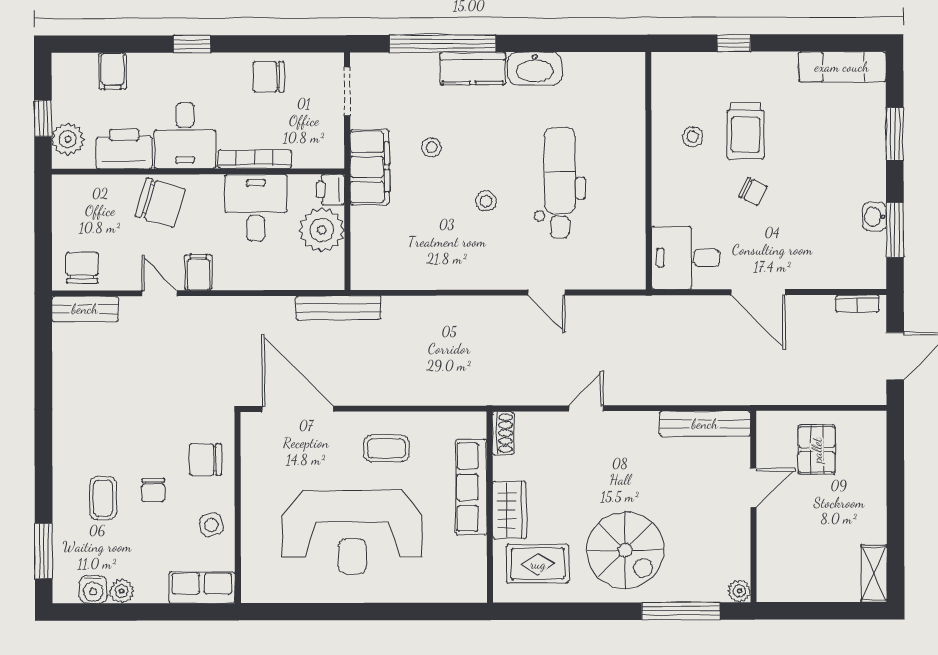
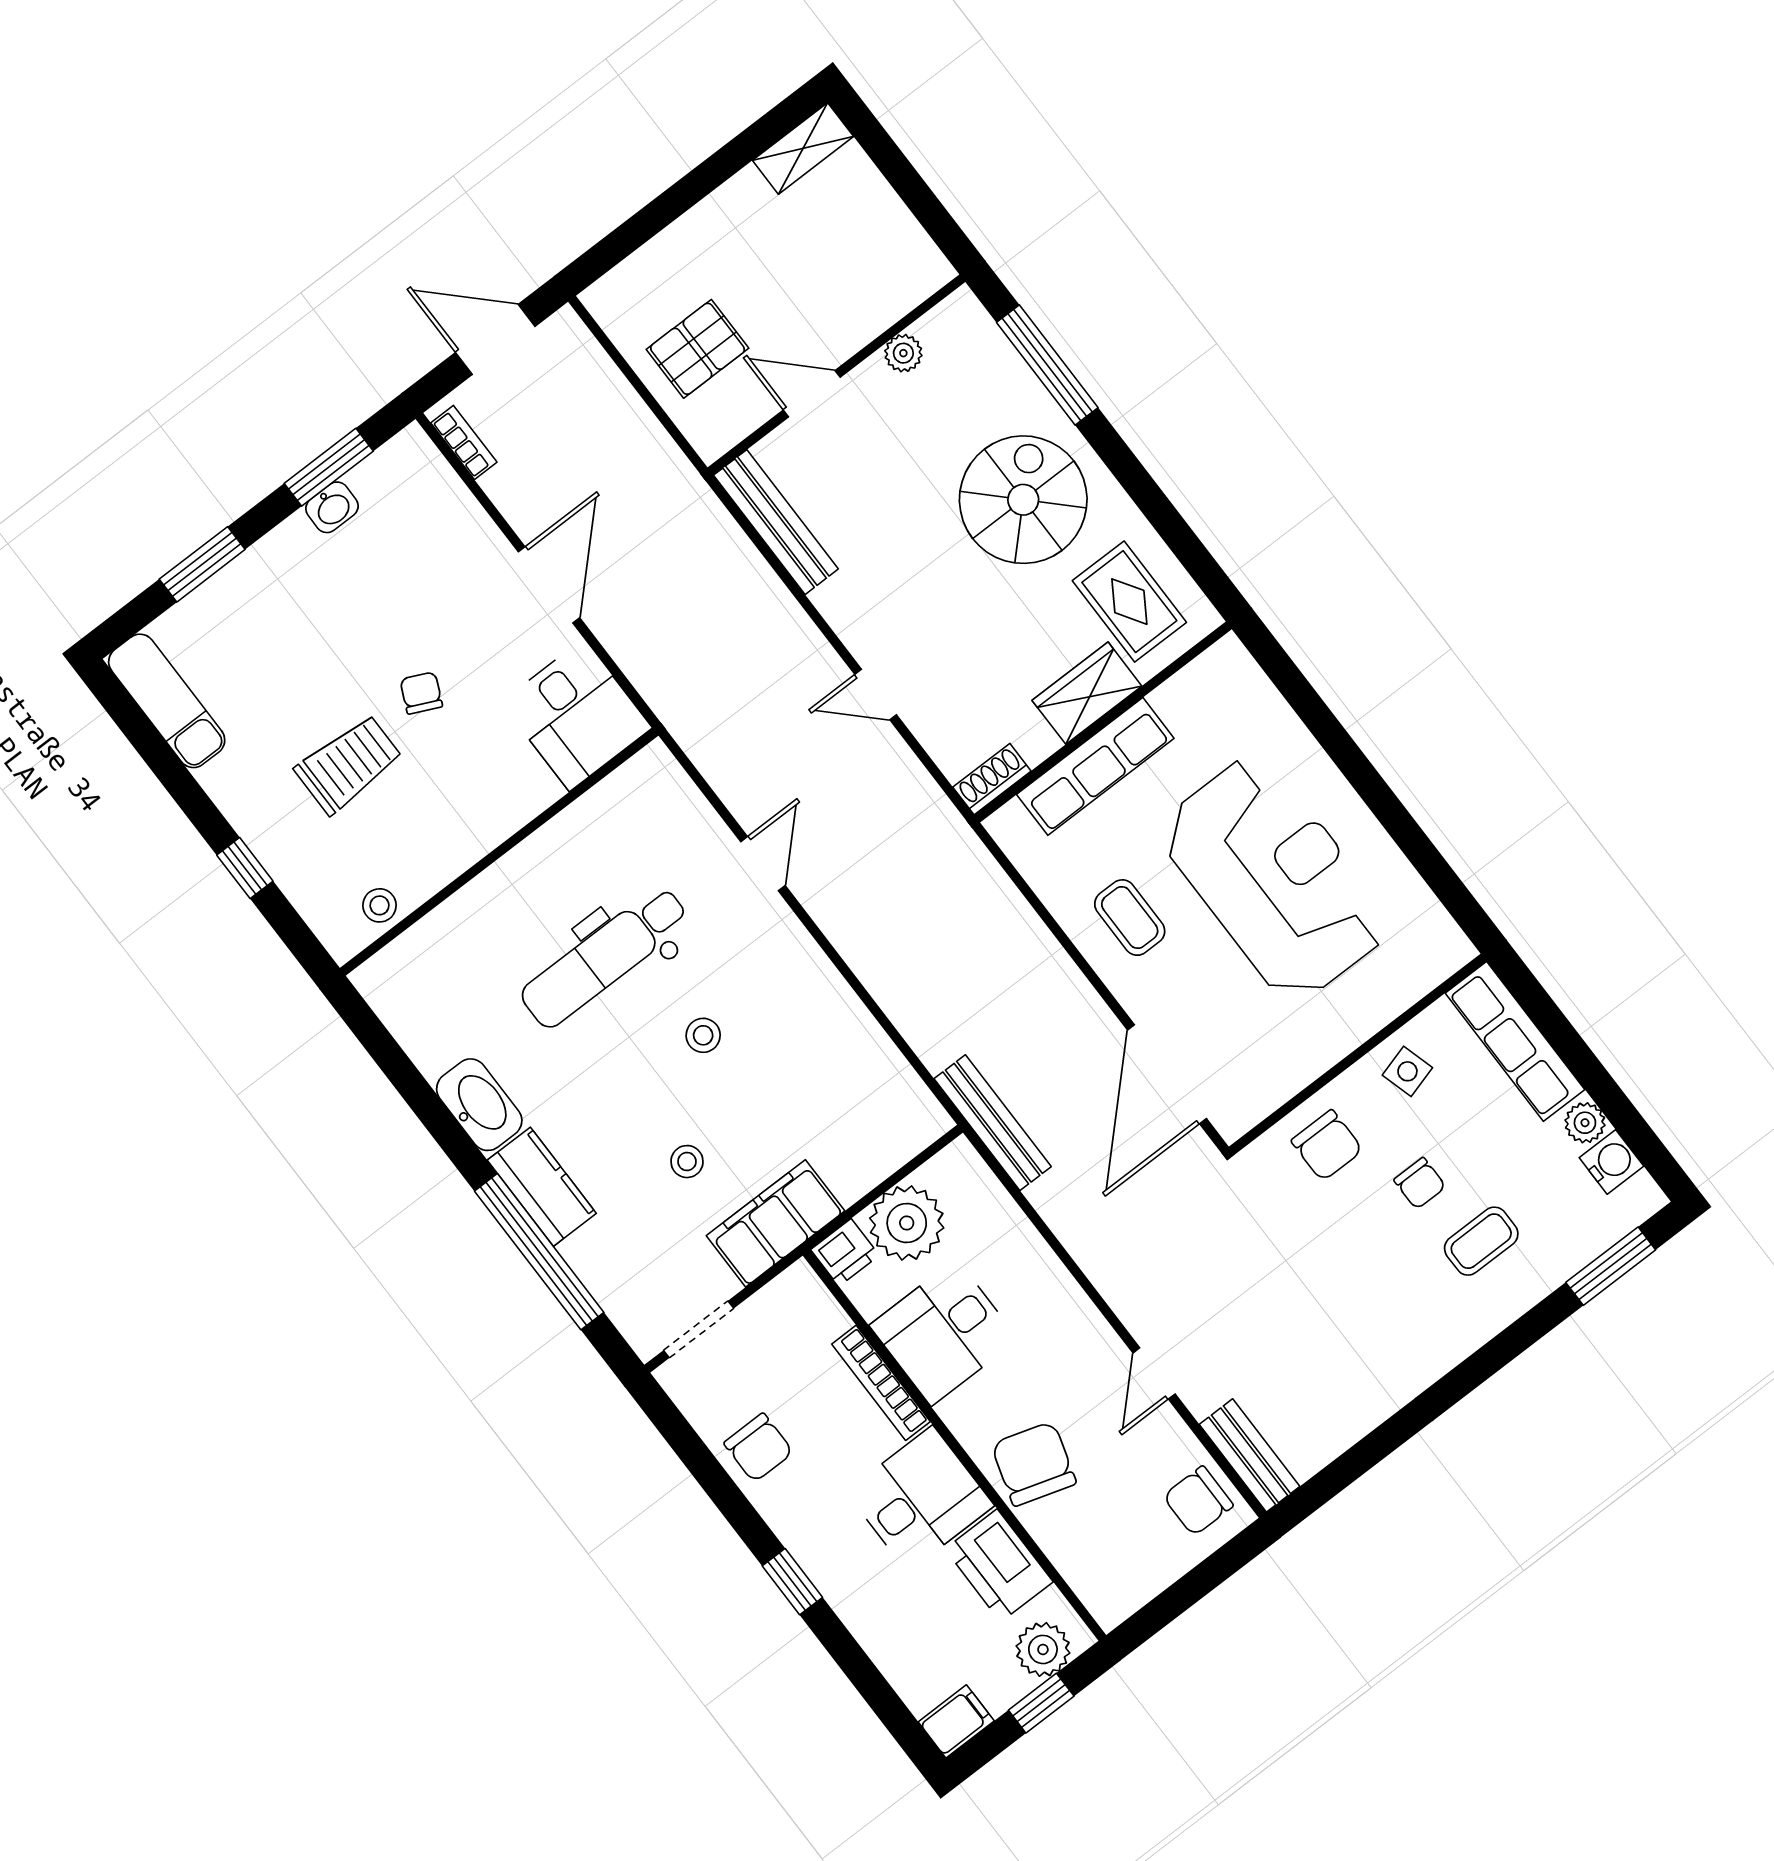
filing cabinet: (113, 71) -> (956, 1721), moved
stool: (693, 137) -> (380, 905), moved
filing cabinet: (198, 272) -> (1087, 1343), removed
chair: (153, 490) -> (1420, 1183), turned 90
row of seats: (202, 587) -> (1515, 1041), width x1.48
plant: (739, 591) -> (903, 353), moved

